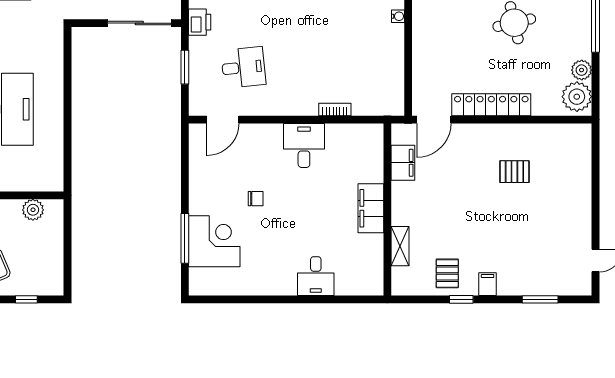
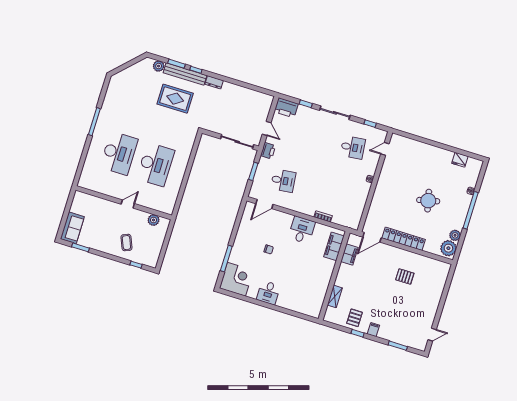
filing cabinet: (371, 208) -> (334, 246), moved
corner desk: (214, 241) -> (236, 279), moved
desk: (316, 276) -> (268, 293), moved

